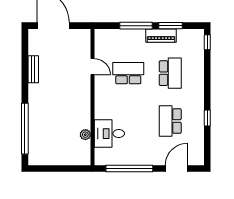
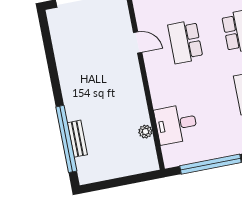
bench: (33, 69) -> (77, 139), moved
school desk: (128, 73) -> (185, 42), turned -90

